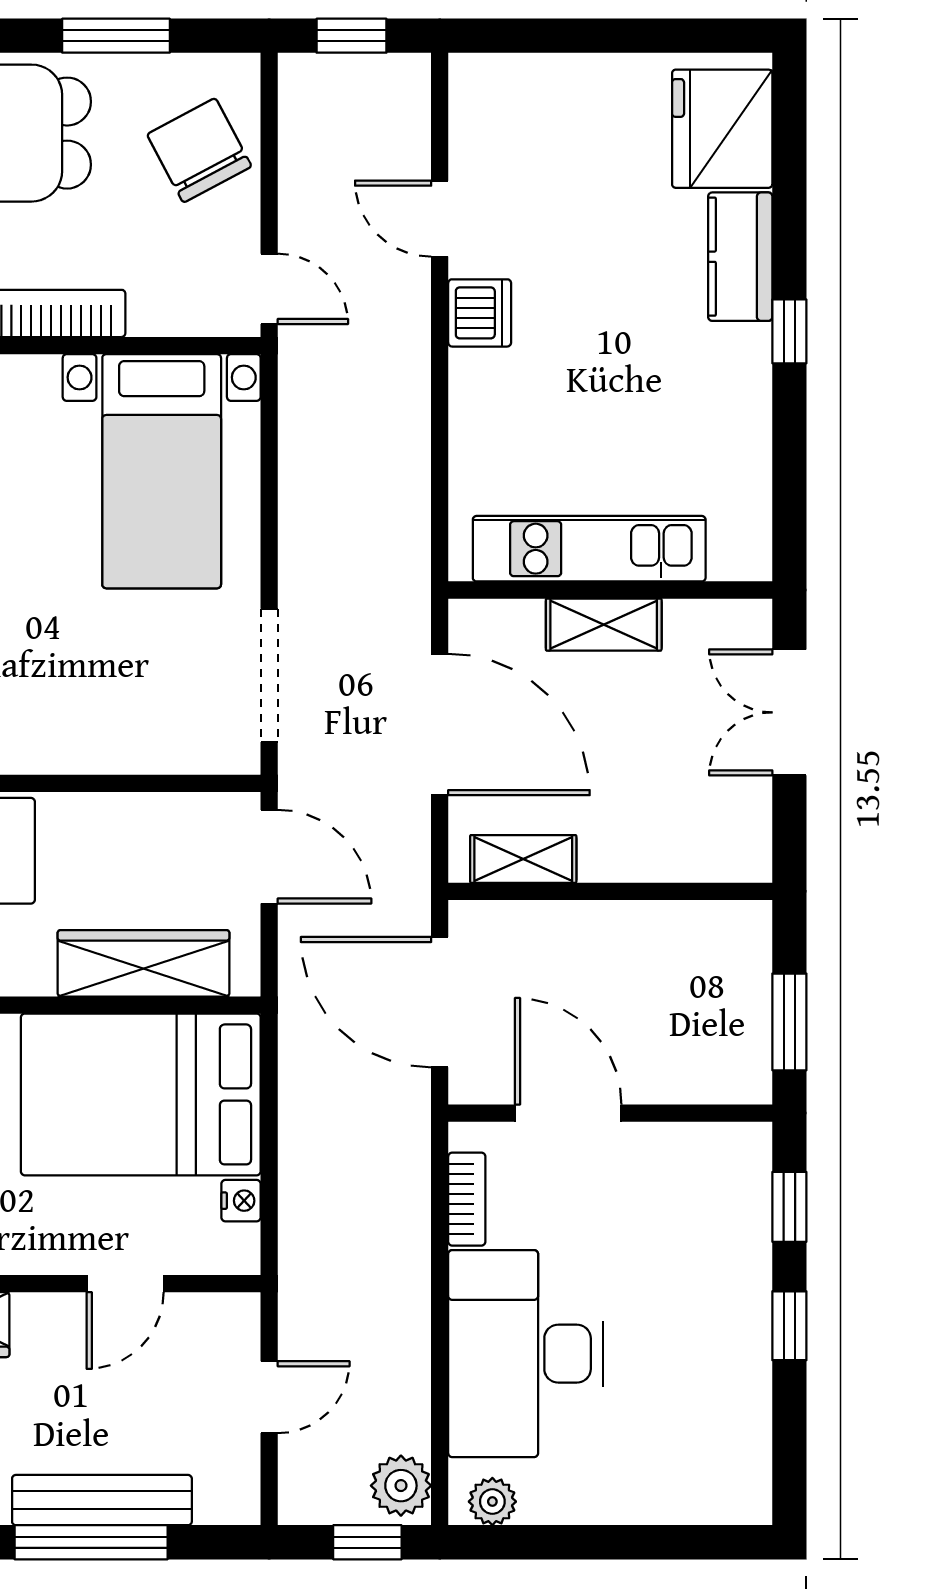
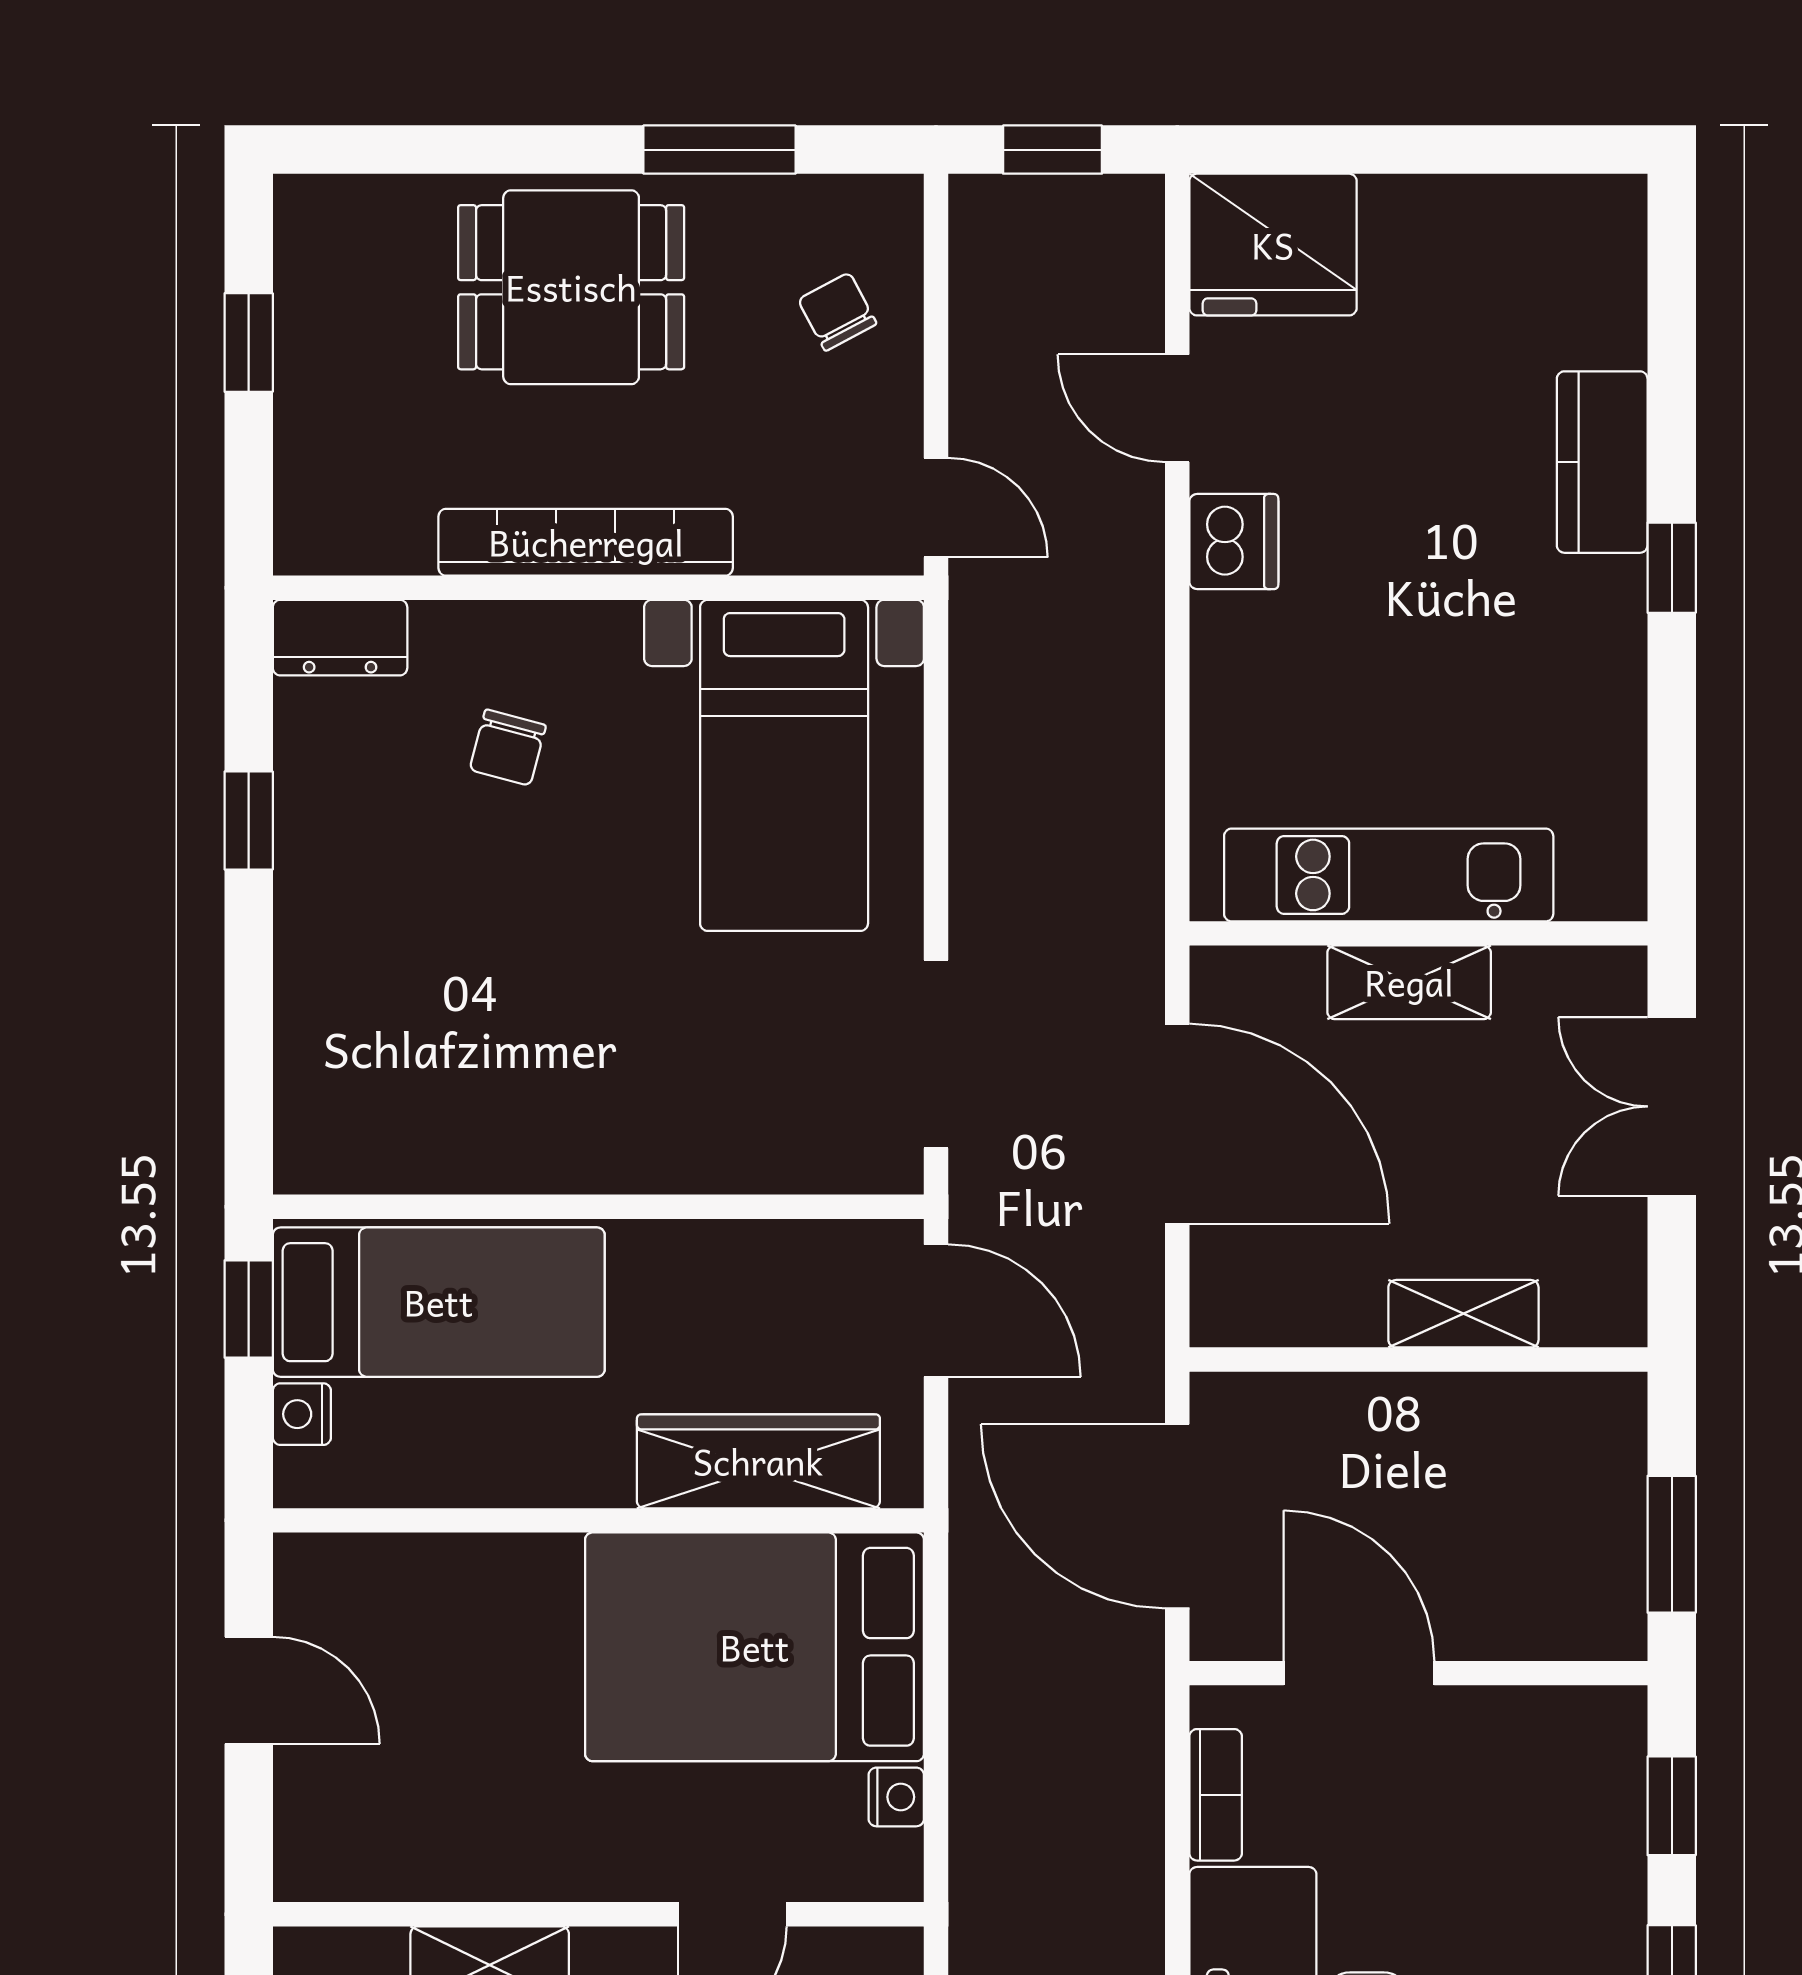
fridge: (722, 129) -> (1273, 245), moved, turned -90
chair: (199, 150) -> (837, 312), width x0.54, depth x0.54
shelving: (523, 859) -> (1463, 1314), moved

